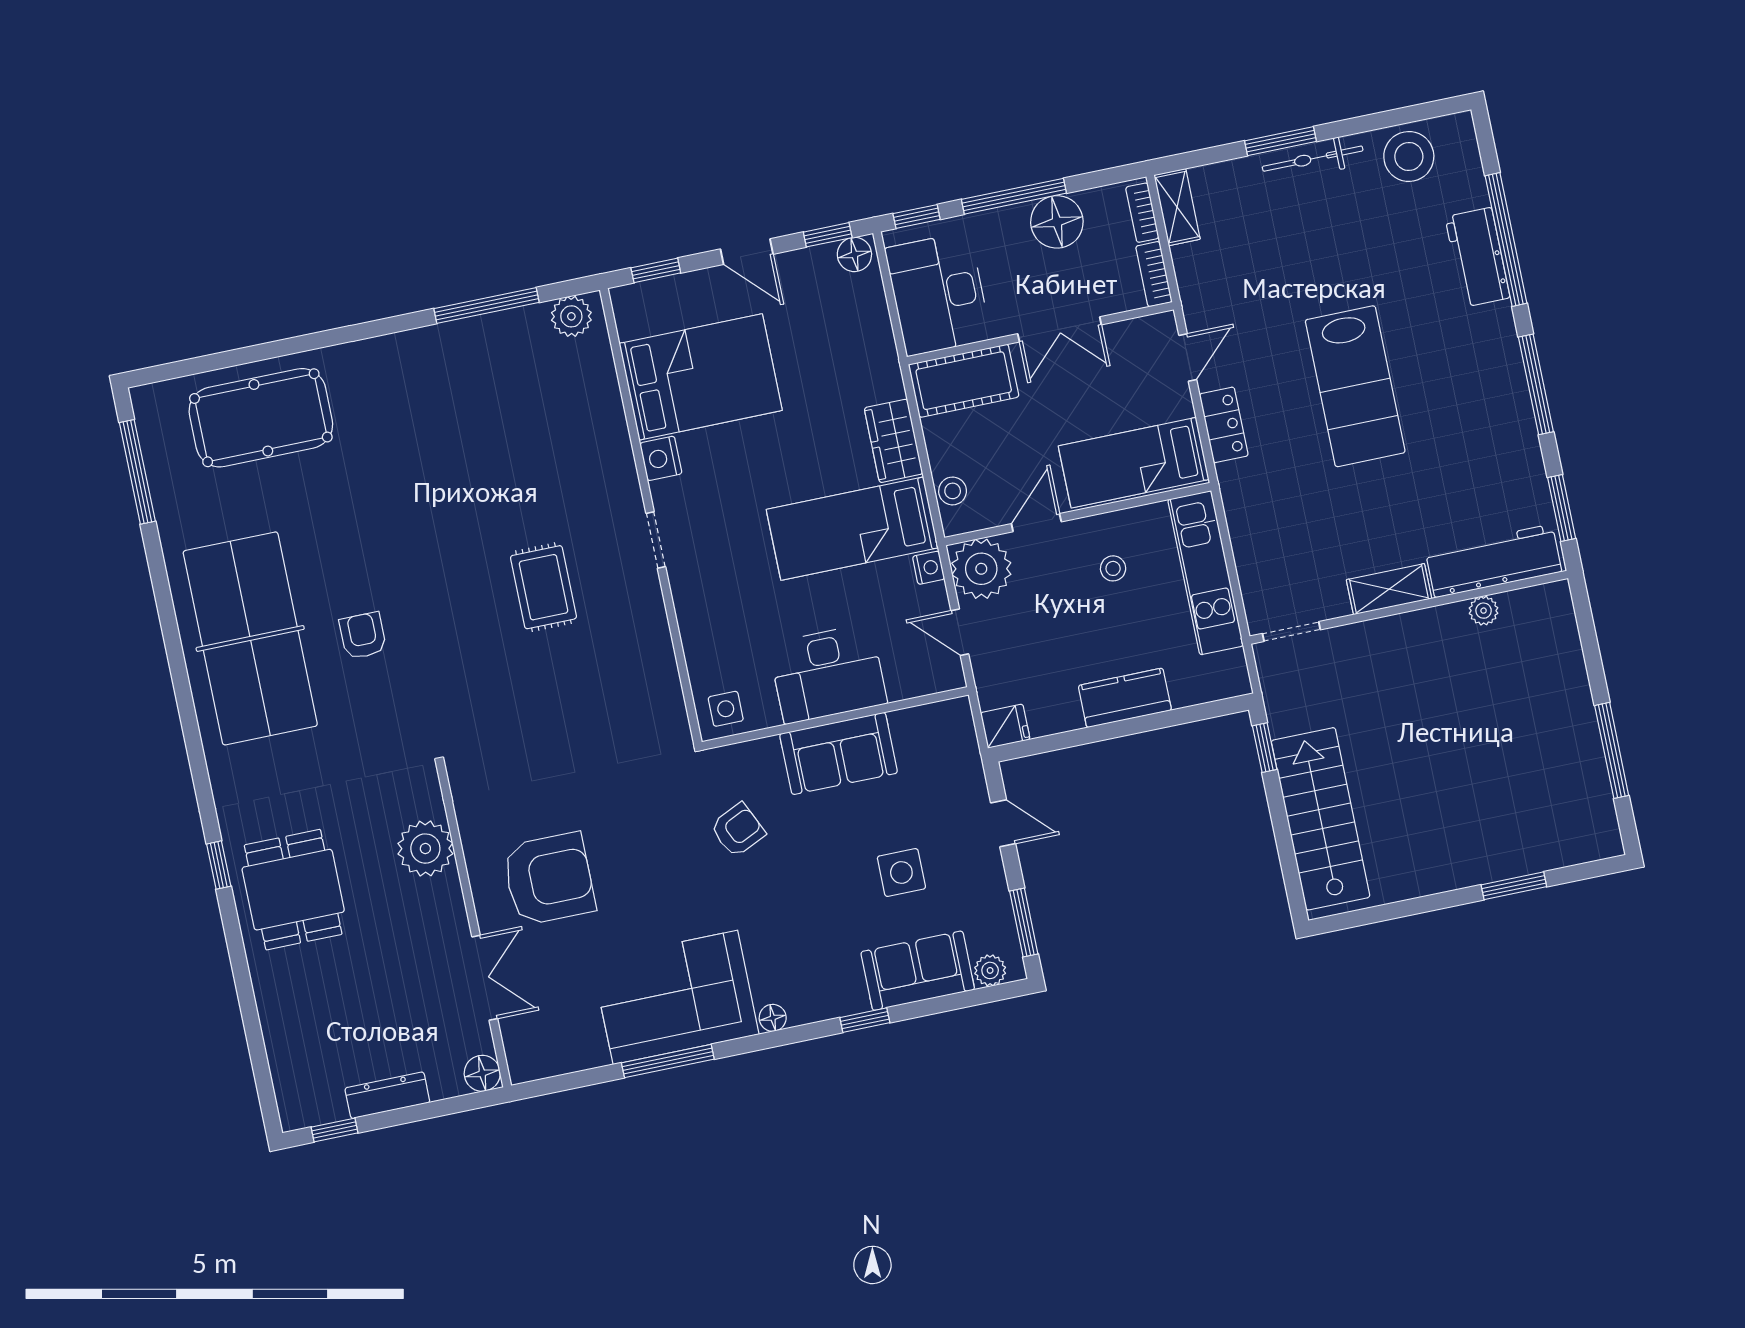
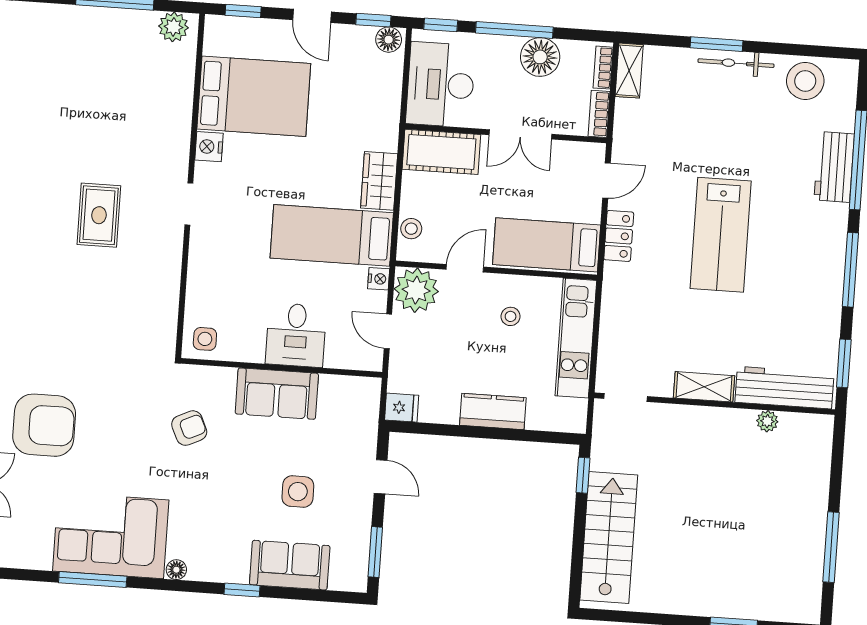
desk: (828, 674) -> (296, 335), width x0.73
plant: (990, 970) -> (342, 580), removed

